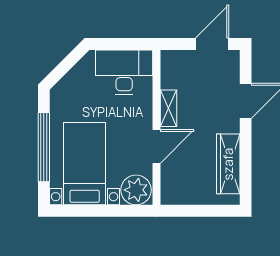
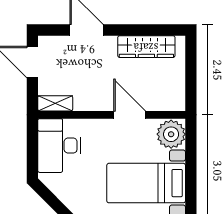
shelving: (169, 108) -> (55, 103), moved

